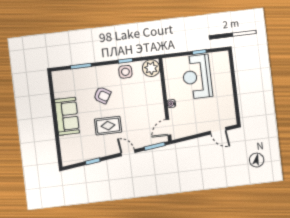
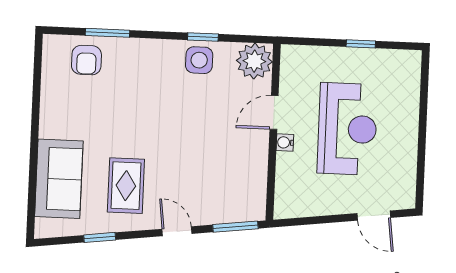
reception desk: (197, 77) -> (347, 129), moved, turned 180
armchair: (102, 95) -> (86, 60), moved, turned 59
sofa: (67, 116) -> (59, 179), moved
rug: (108, 126) -> (126, 186), moved, turned 90
door: (168, 127) -> (274, 112), moved

